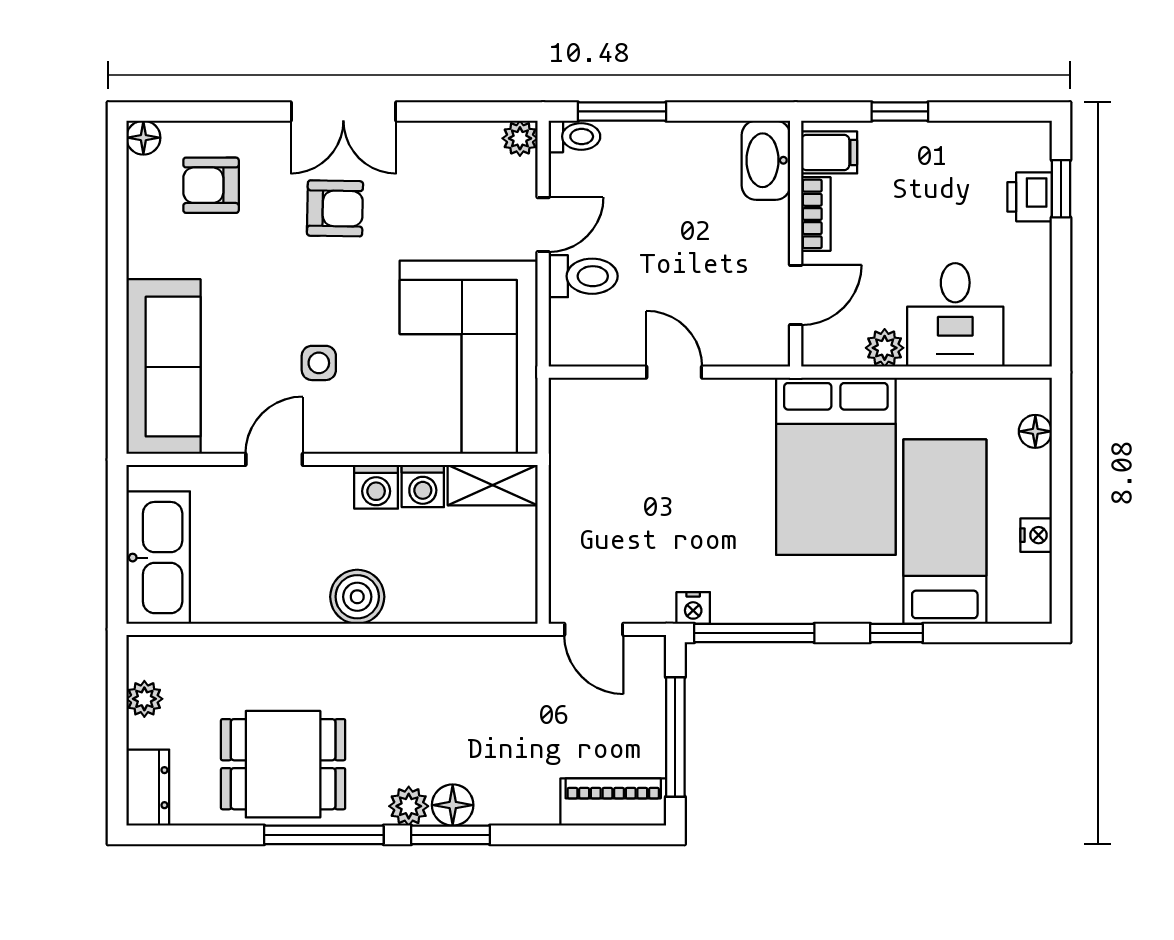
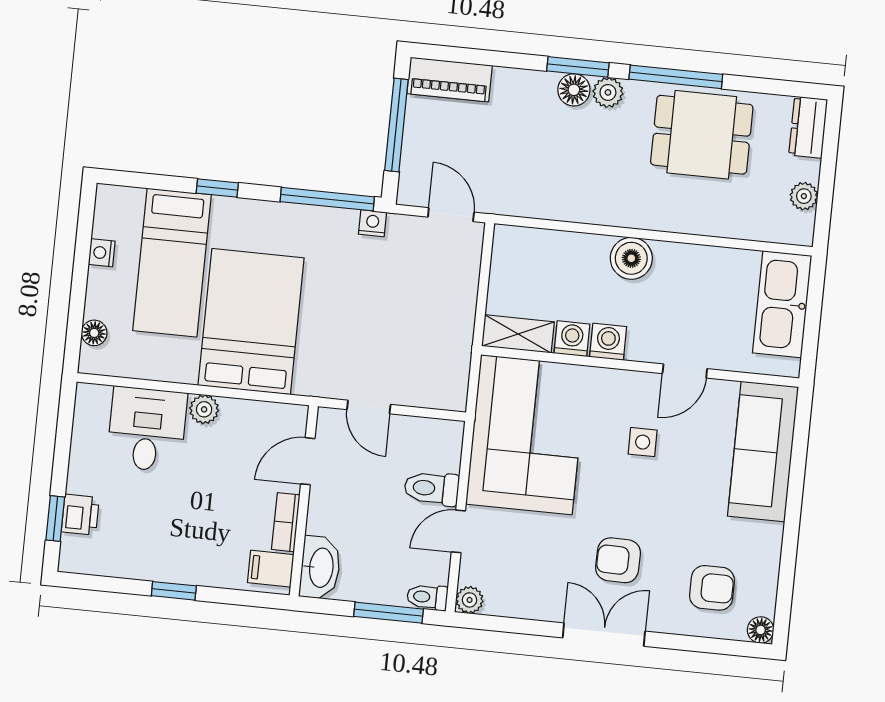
filing cabinet: (829, 152) -> (271, 569), moved
washbasin: (766, 160) -> (320, 568), moved
bookcase: (816, 214) -> (286, 522), moved
wall: (796, 244) -> (304, 501), moved
door: (796, 295) -> (308, 461), moved

